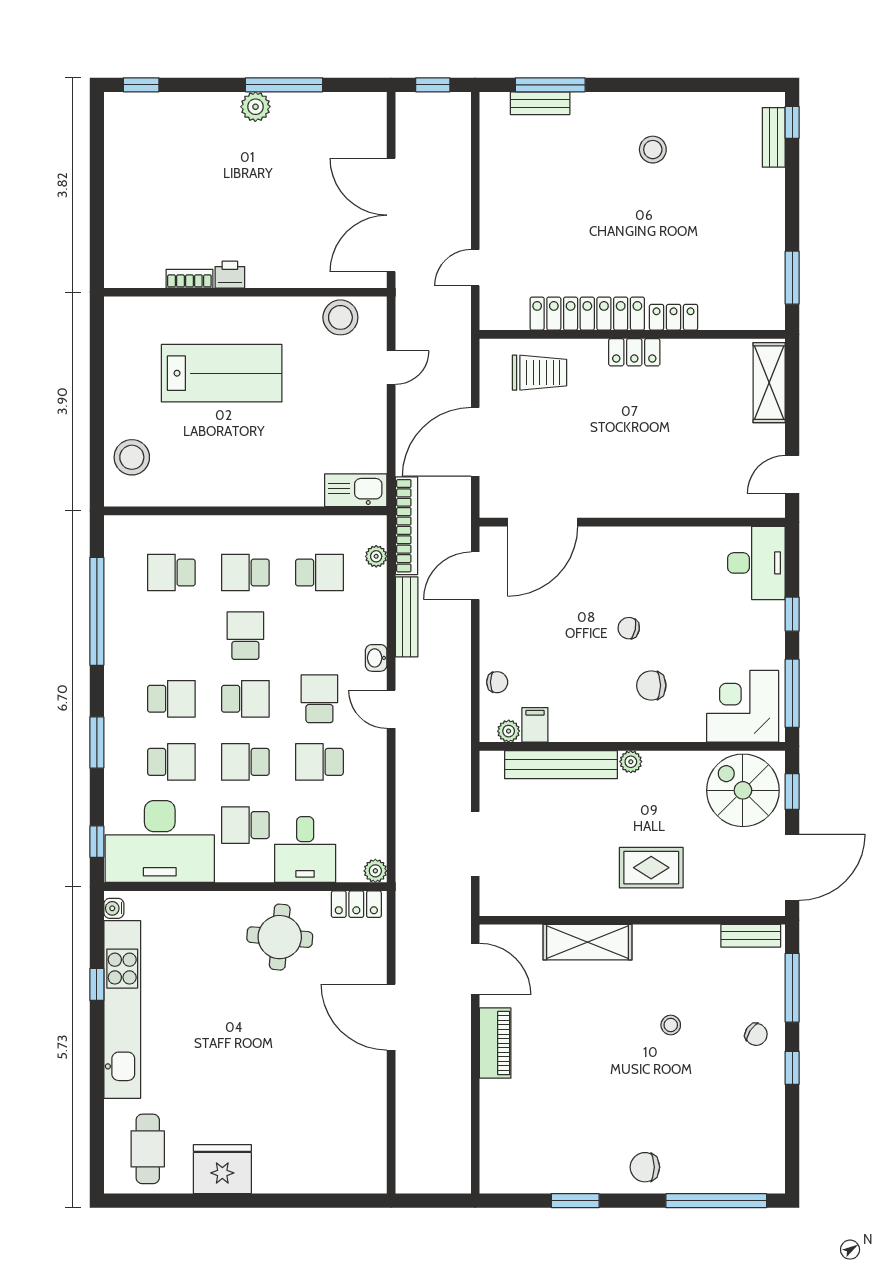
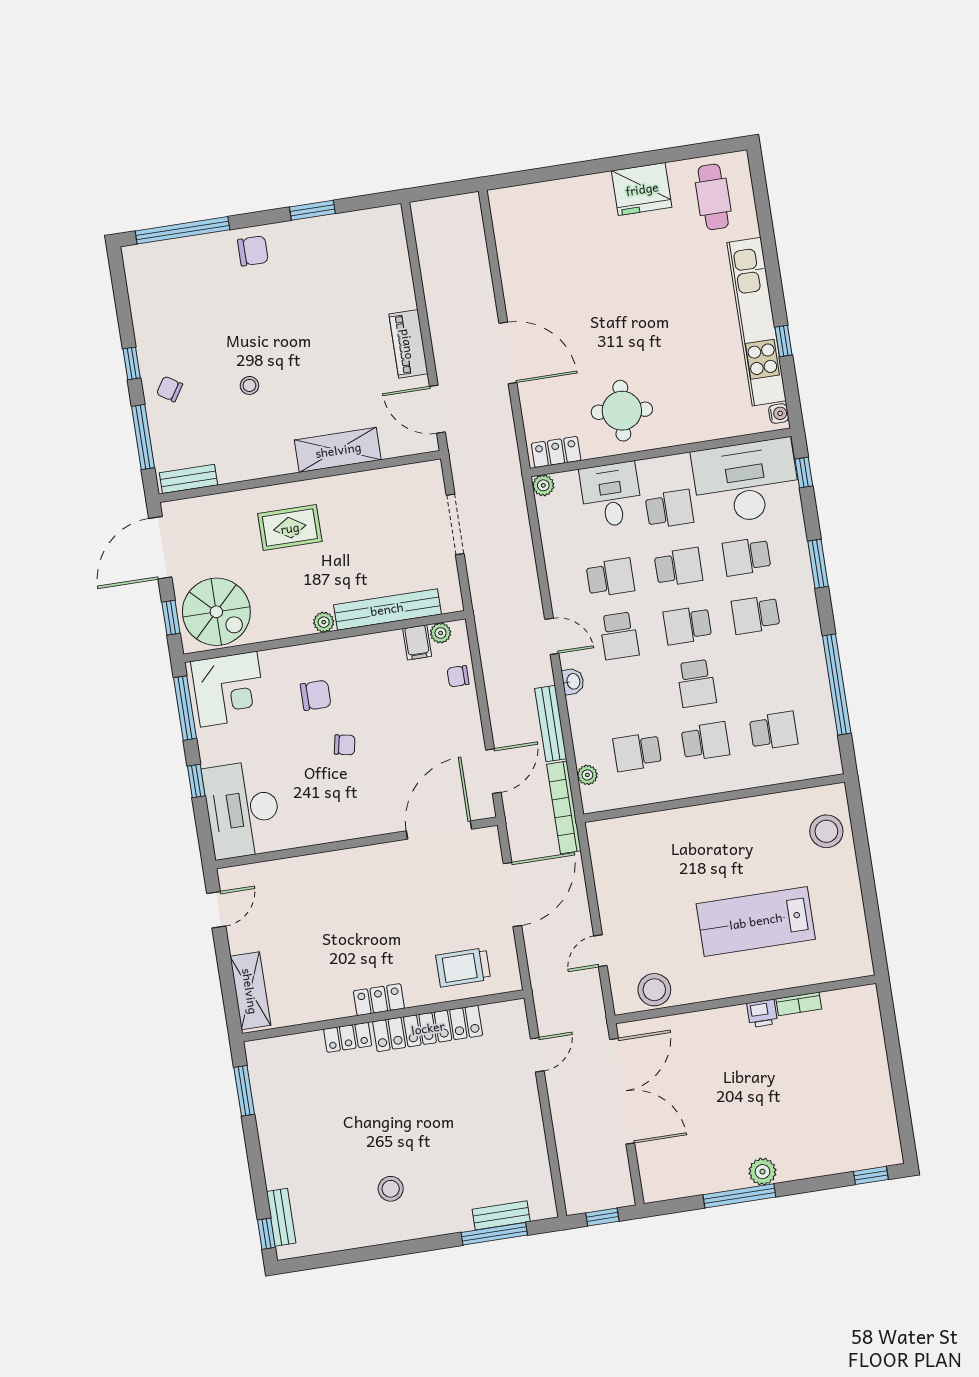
kitchen sink: (356, 490) -> (615, 833), removed
desk: (756, 563) -> (243, 810), width x1.36, depth x1.30

